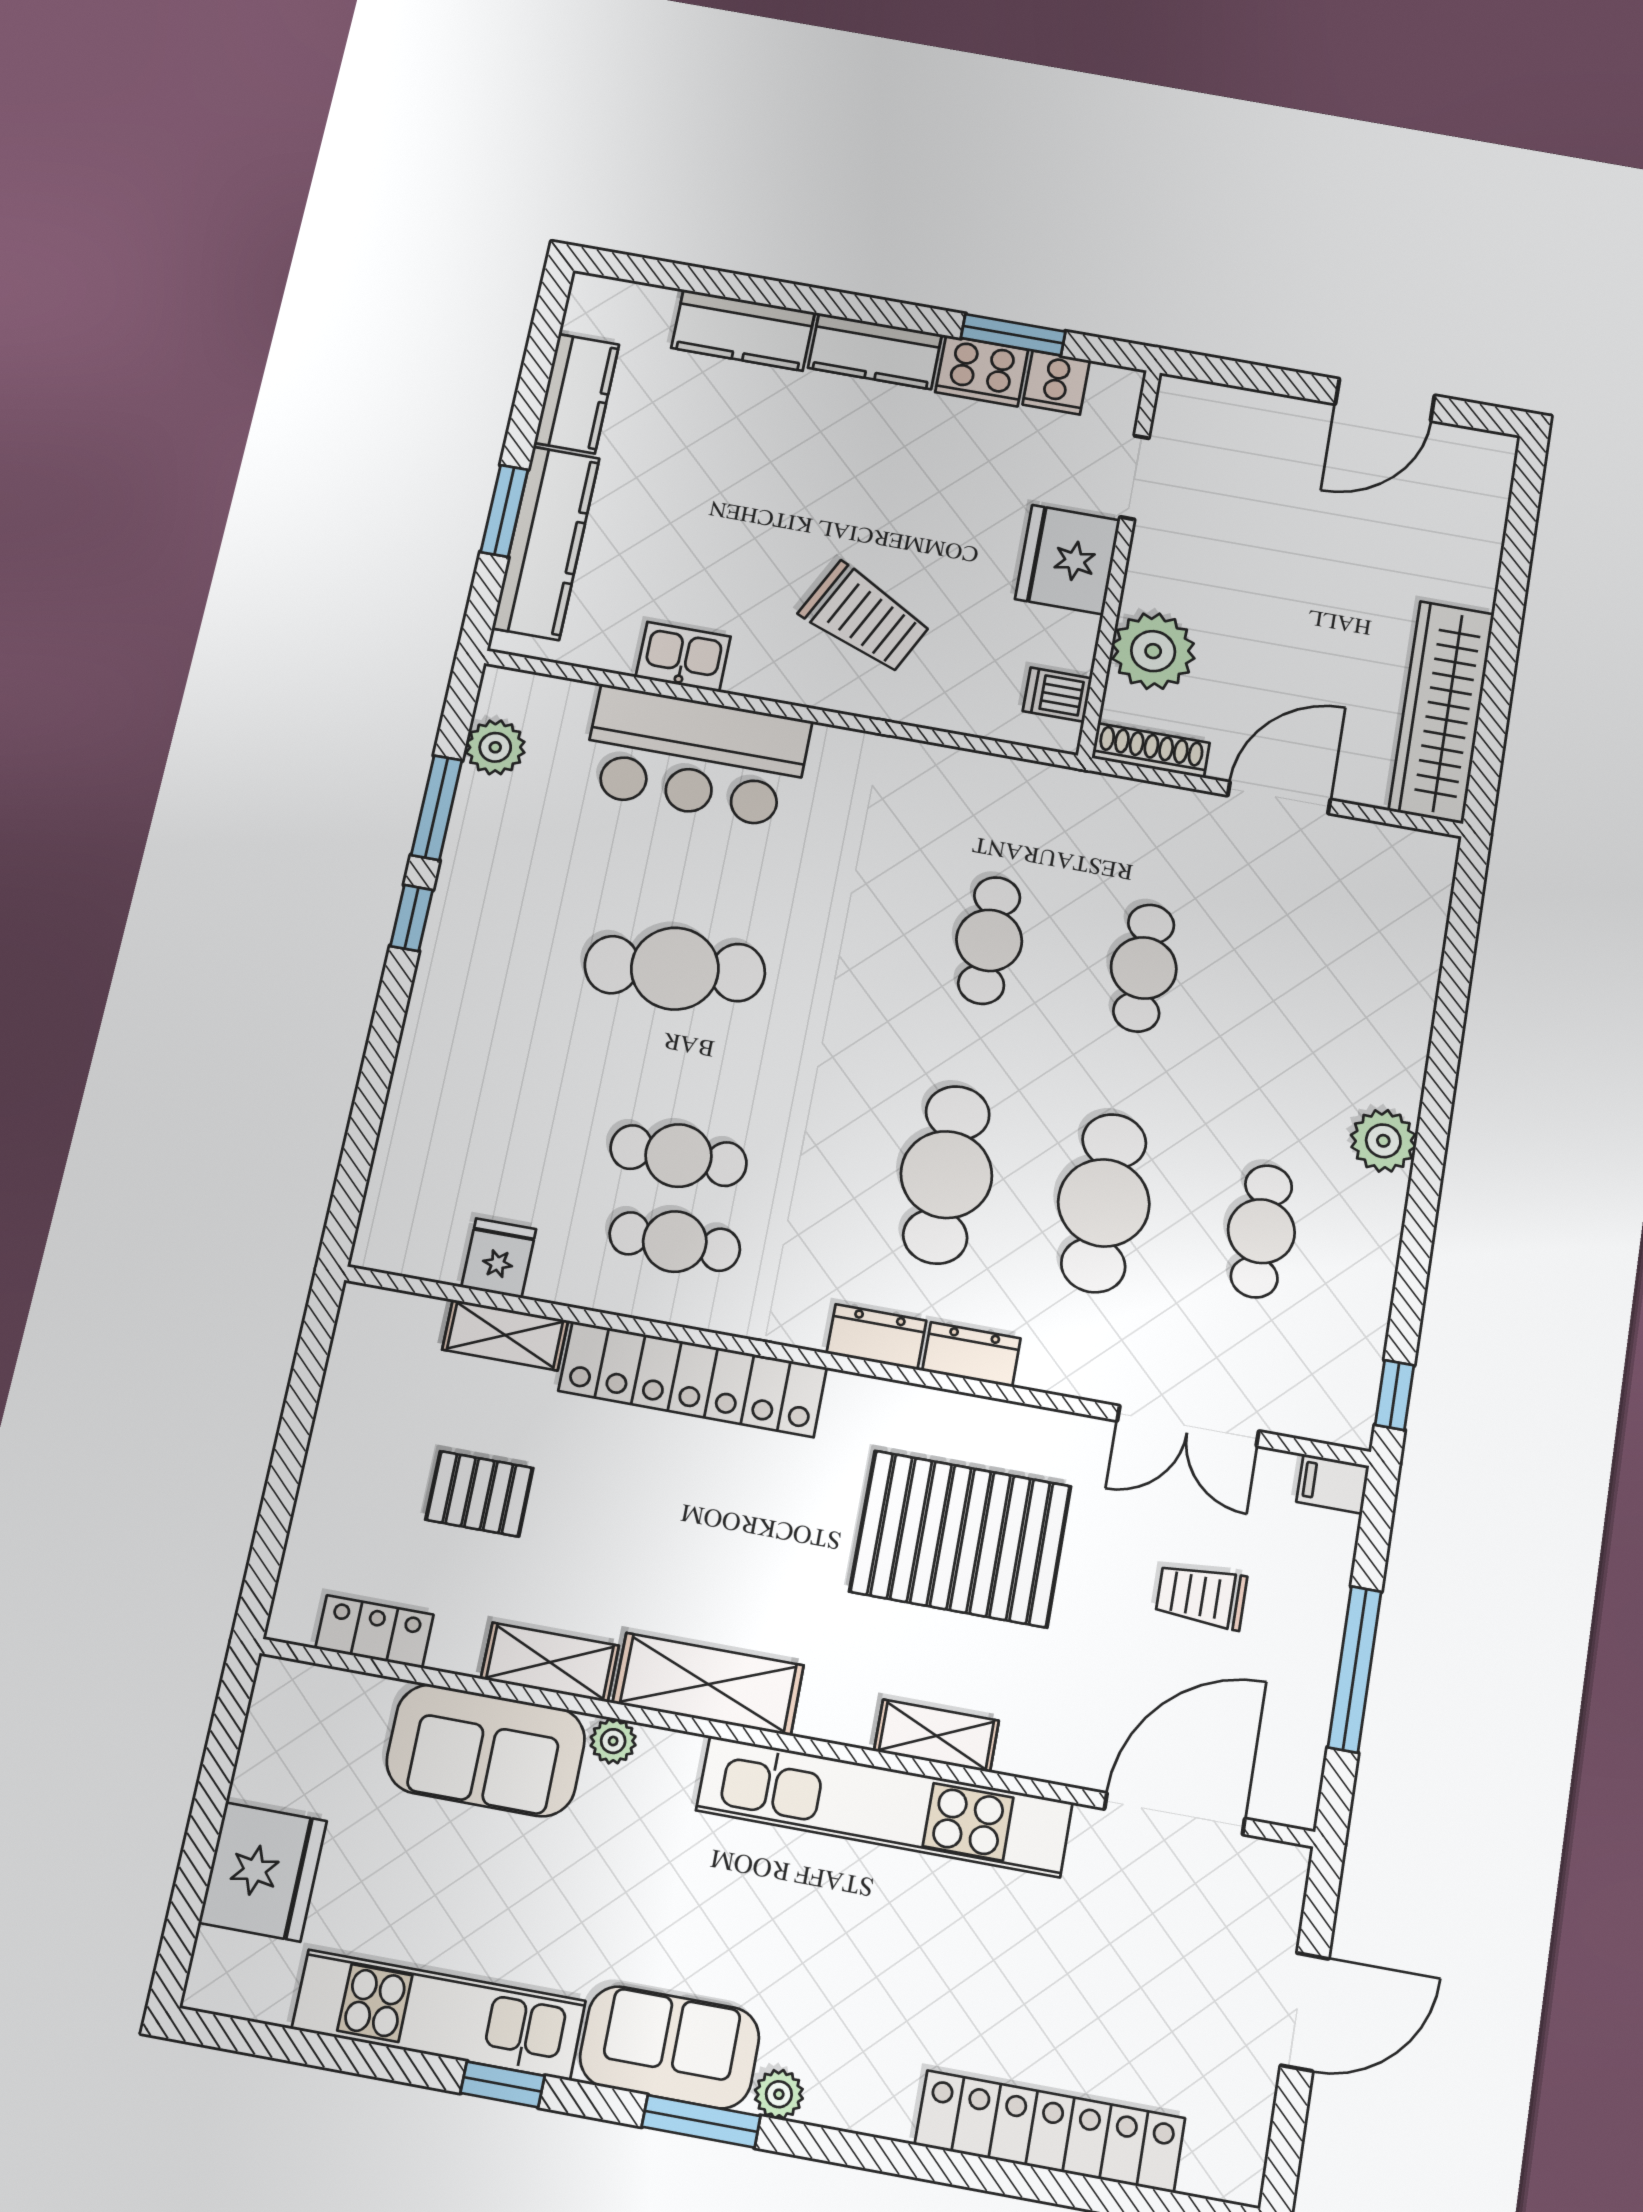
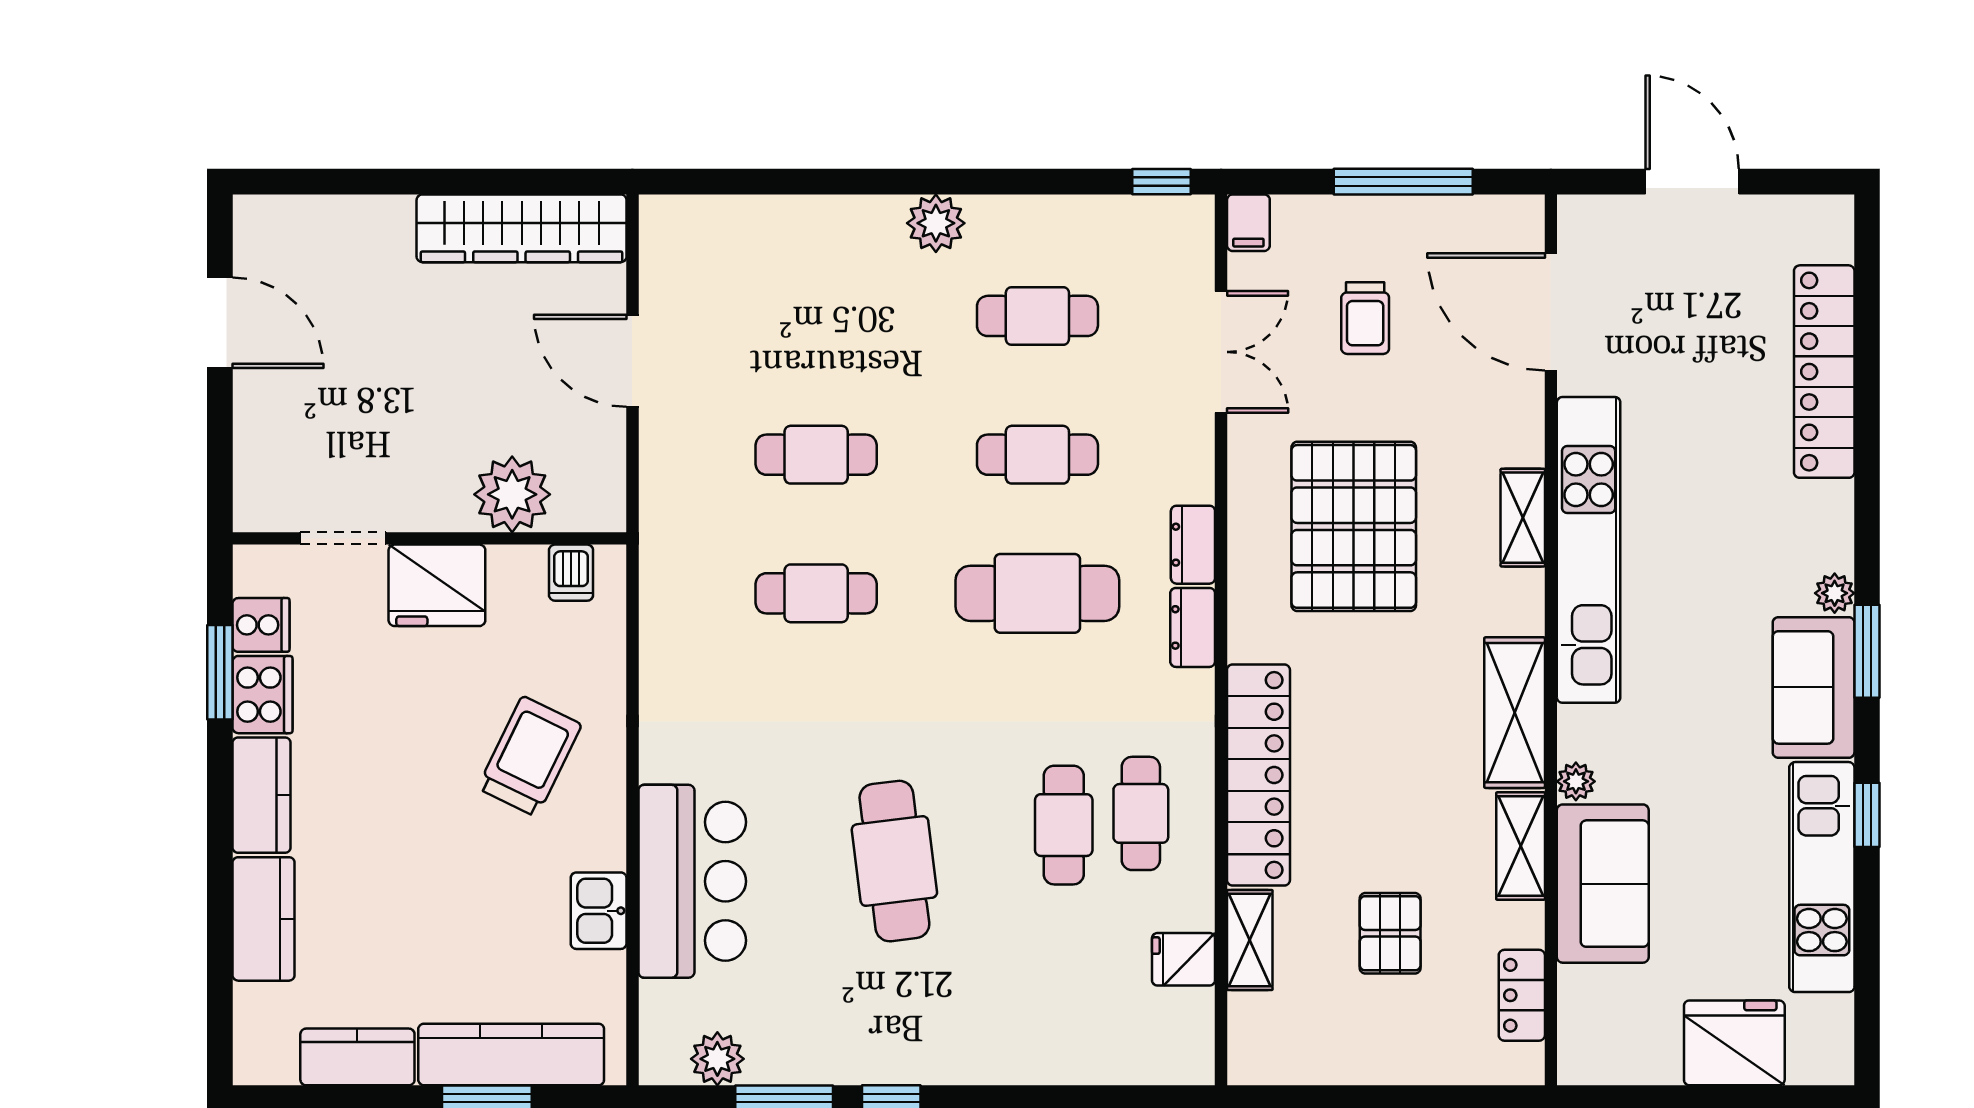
shoe rack: (1151, 750) -> (609, 481), removed
cafe table: (1104, 1203) -> (1037, 455), width x0.73, depth x0.74

